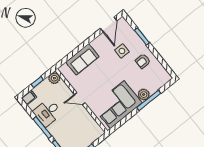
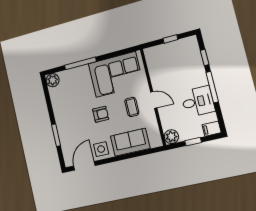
side table: (122, 51) -> (101, 149), moved
armchair: (143, 61) -> (101, 114), moved
coffee table: (93, 86) -> (132, 107), added
plant: (144, 95) -> (53, 80), moved

